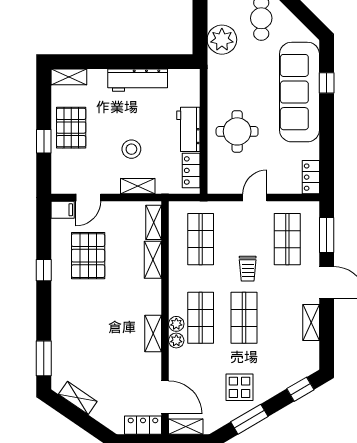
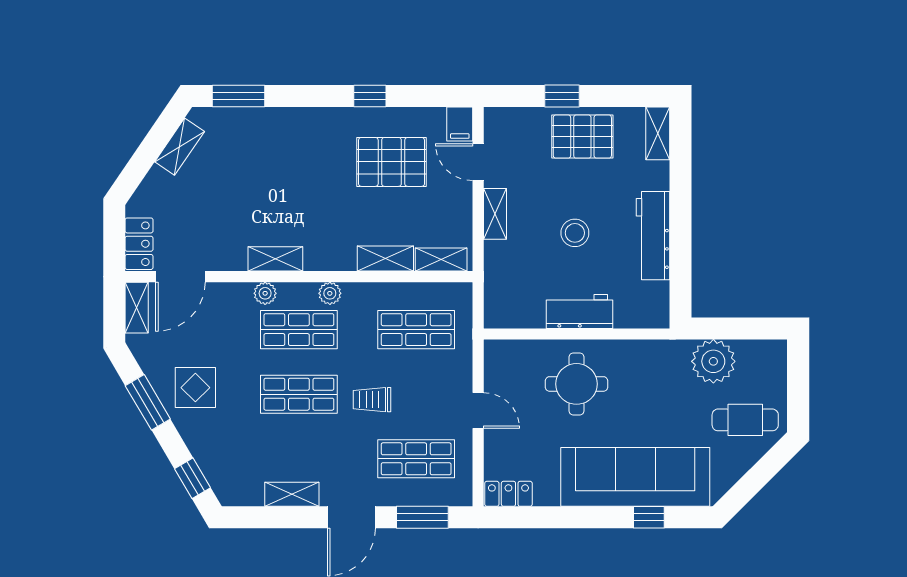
stool: (131, 149) -> (575, 233), moved
locker: (191, 170) -> (518, 315), removed
shelving: (138, 186) -> (495, 214), moved
plant: (176, 324) -> (330, 293), moved

